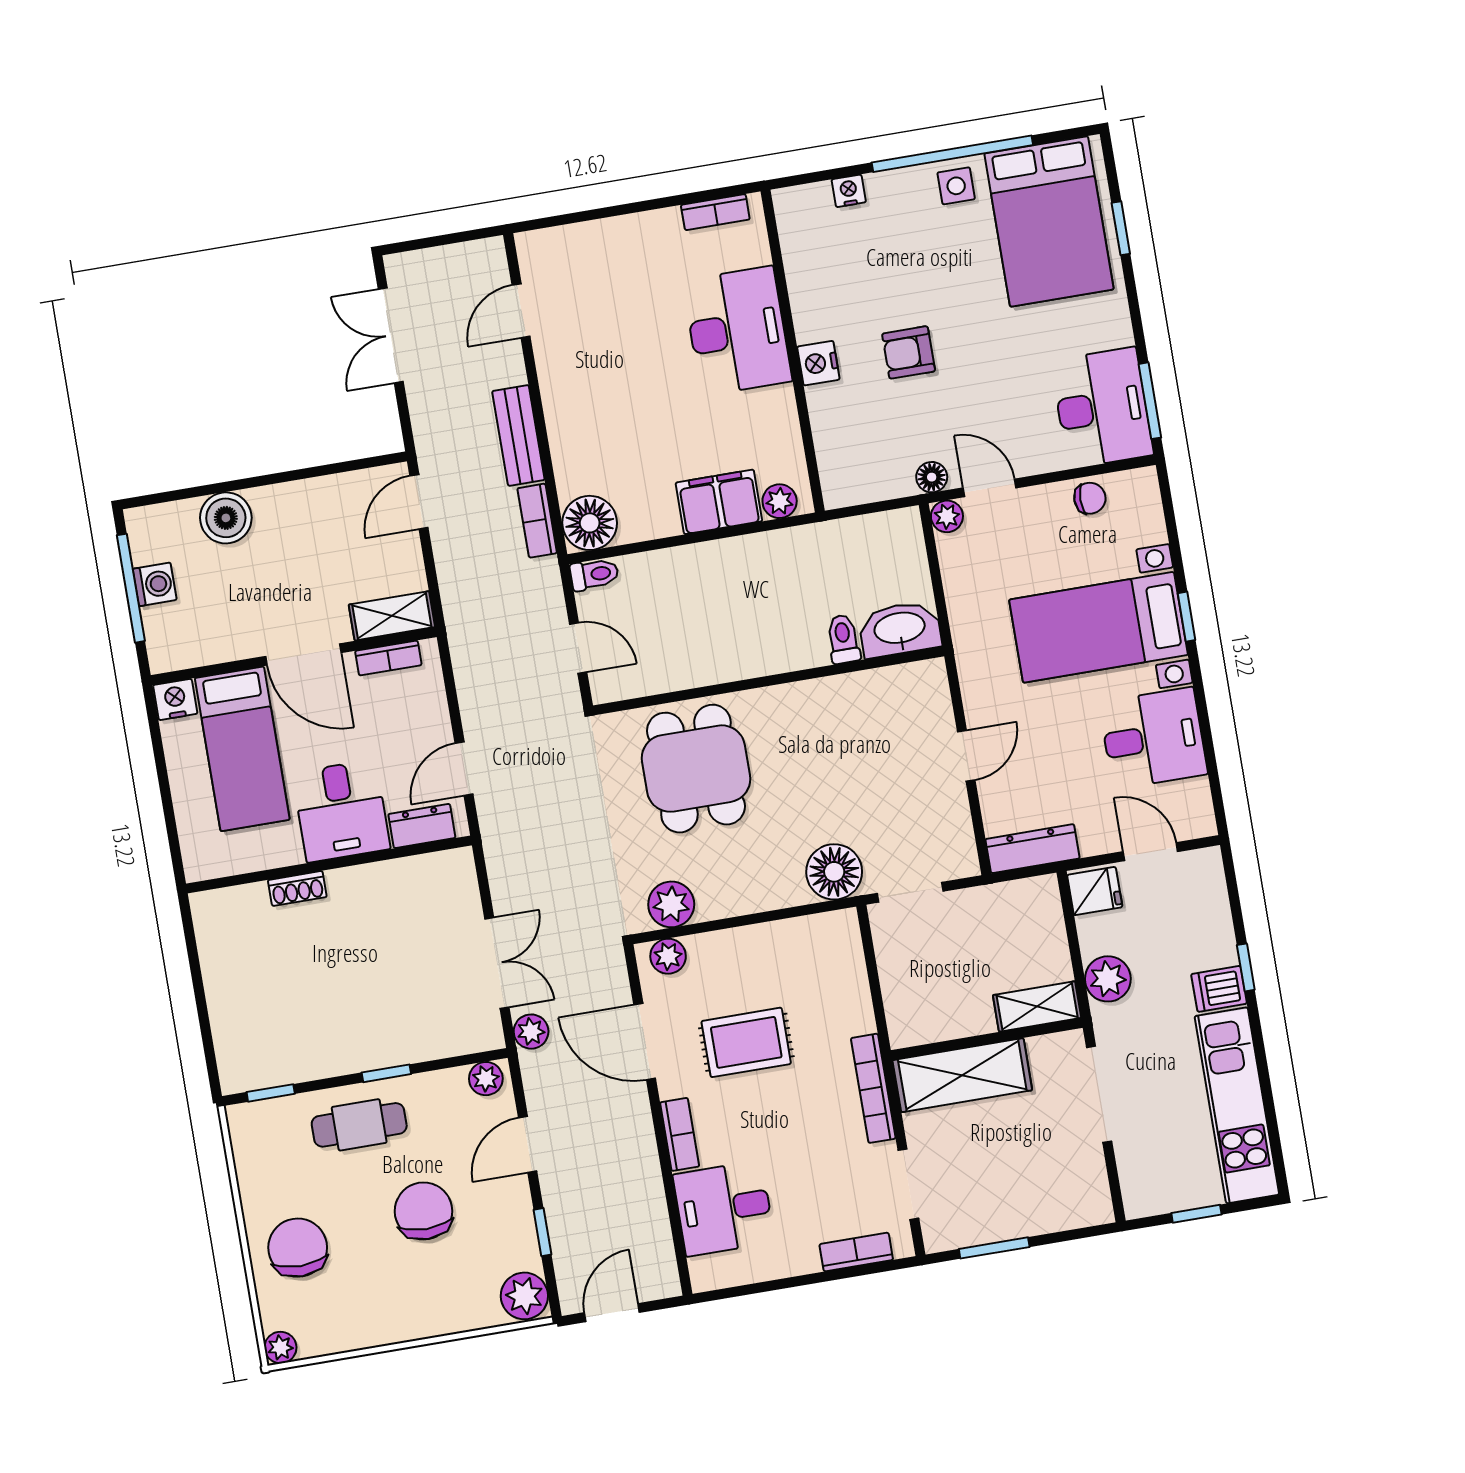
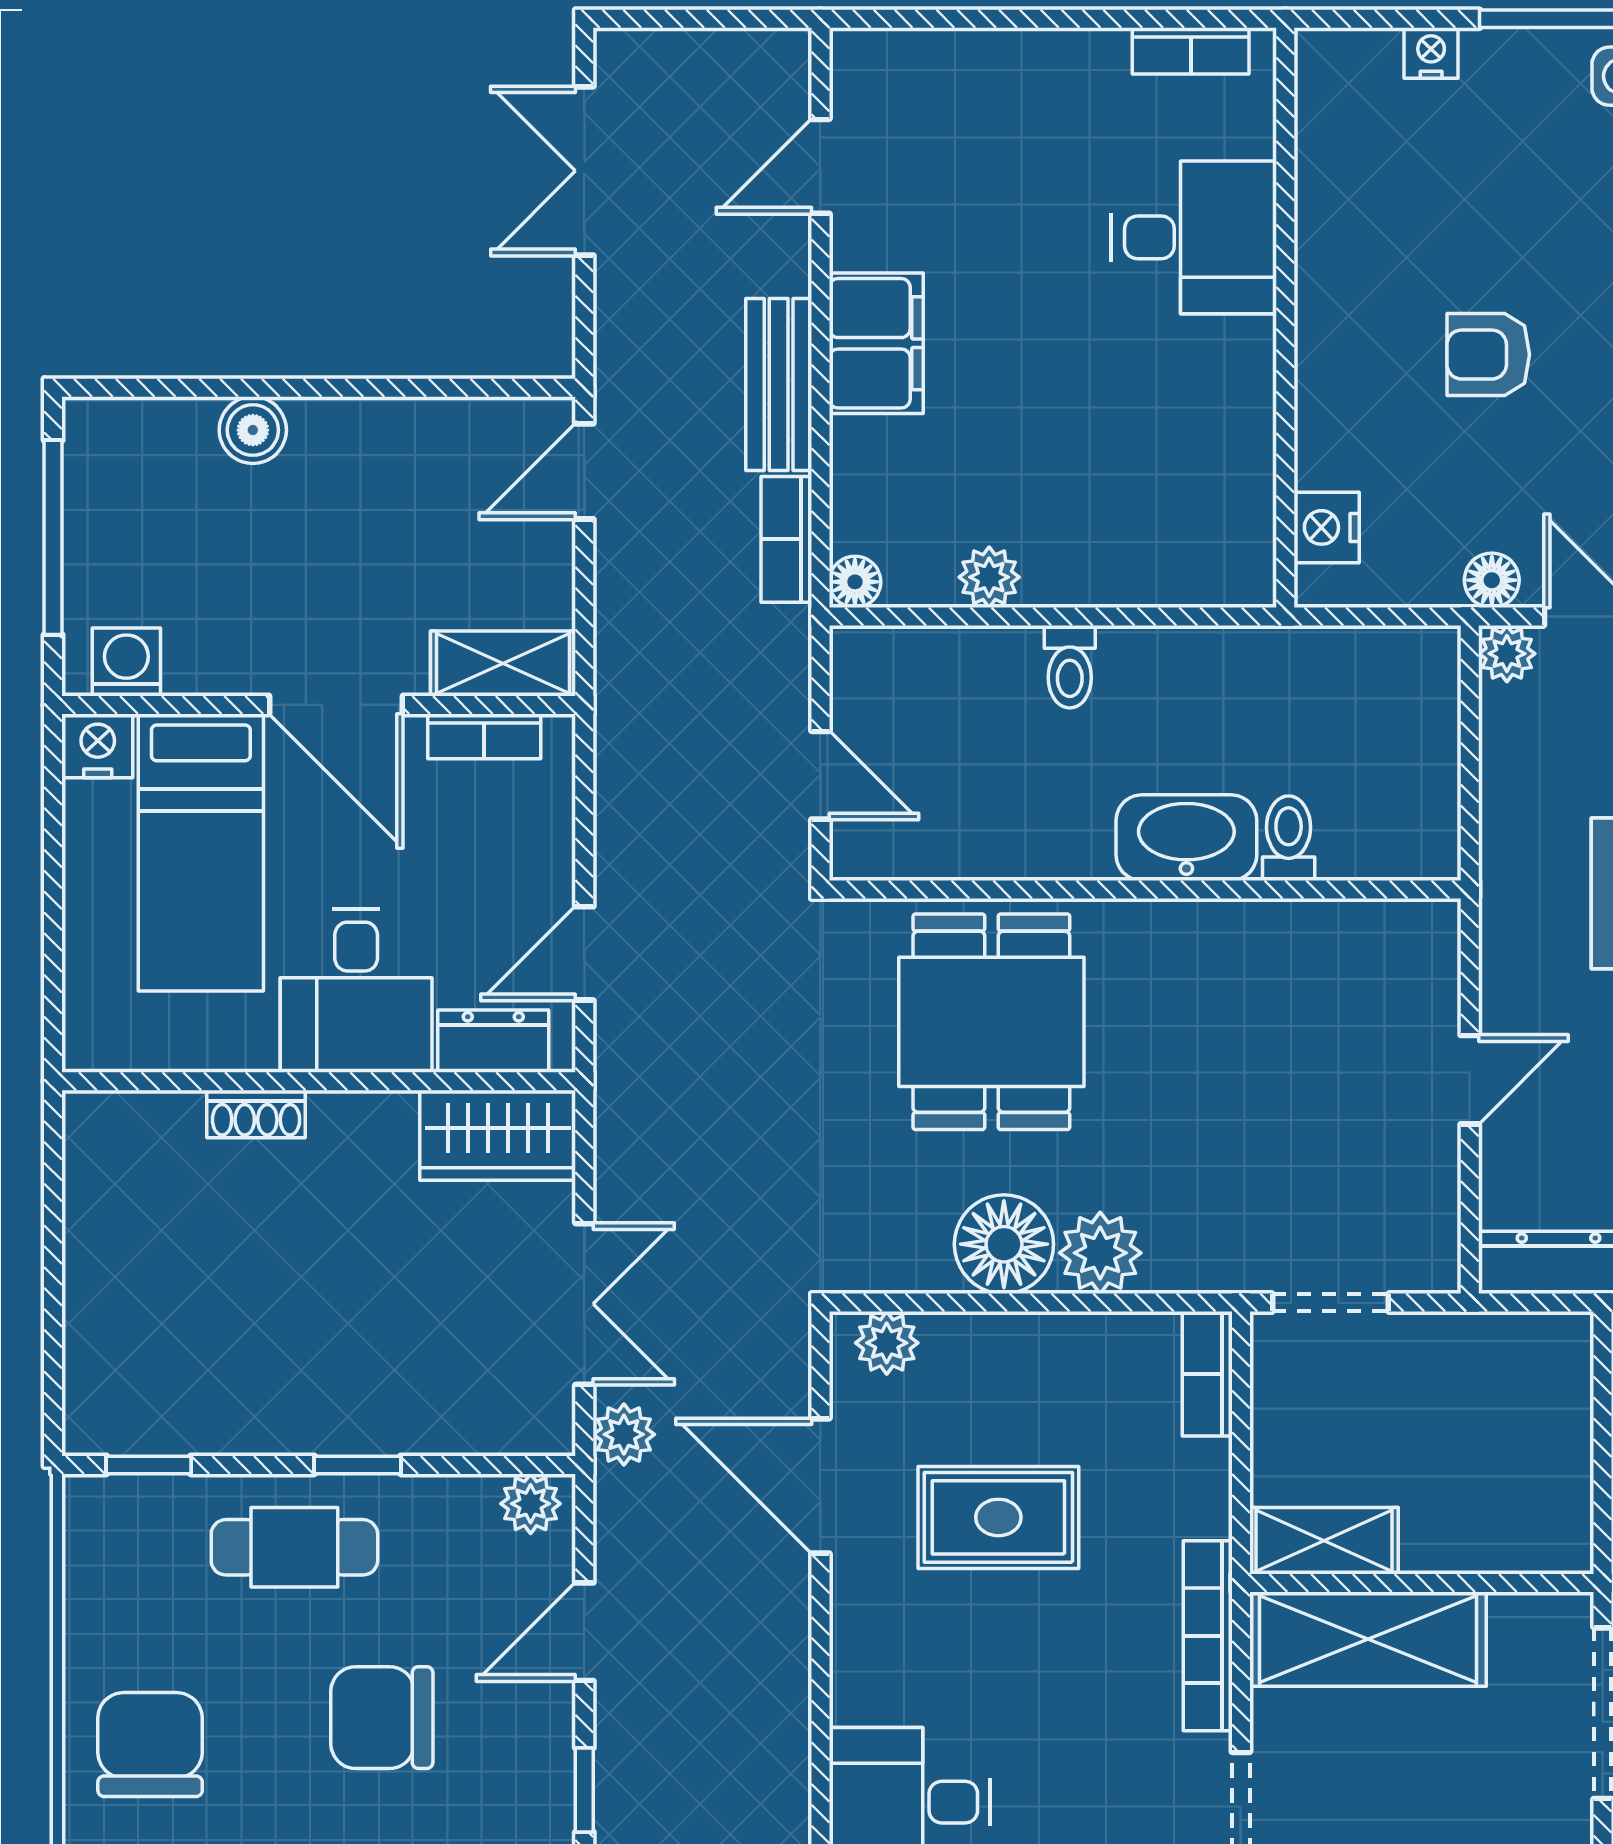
desk: (737, 331) -> (1194, 237), width x0.73
nightstand: (818, 363) -> (1327, 527), moved
plant: (780, 501) -> (989, 577), moved
filing cabinet: (719, 502) -> (876, 343), moved, turned 90
boiler: (226, 518) -> (253, 430), width x0.73, depth x0.73
floor lamp: (590, 523) -> (855, 582), width x0.53, depth x0.53
toilet: (594, 574) -> (1070, 667), moved, turned 90
washing machine: (155, 584) -> (126, 662), moved, turned -90
washbasin: (900, 629) -> (1186, 838), moved
floor lamp: (834, 872) -> (1004, 1244), moved
wardrobe: (433, 878) -> (498, 1135), added
plant: (671, 904) -> (1100, 1253), moved
shelving: (1037, 1006) -> (1324, 1541), moved
bookcase: (680, 1134) -> (1207, 1374), moved, turned 180
chair: (423, 1211) -> (382, 1718), turned -90

